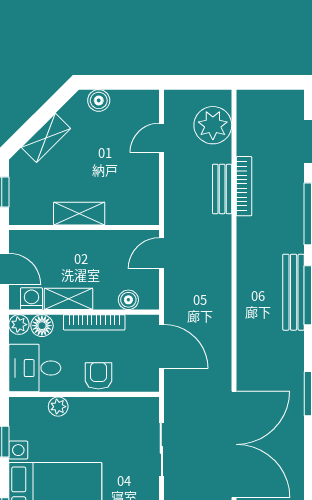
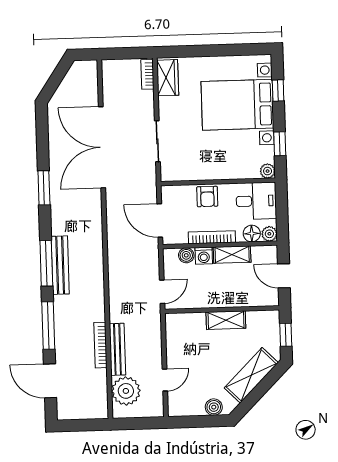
shelving: (46, 138) -> (251, 375), width x1.50, depth x1.33
bench: (222, 189) -> (117, 349), width x1.36
washing machine: (32, 299) -> (204, 256), moved
plant: (58, 407) -> (268, 171), moved

